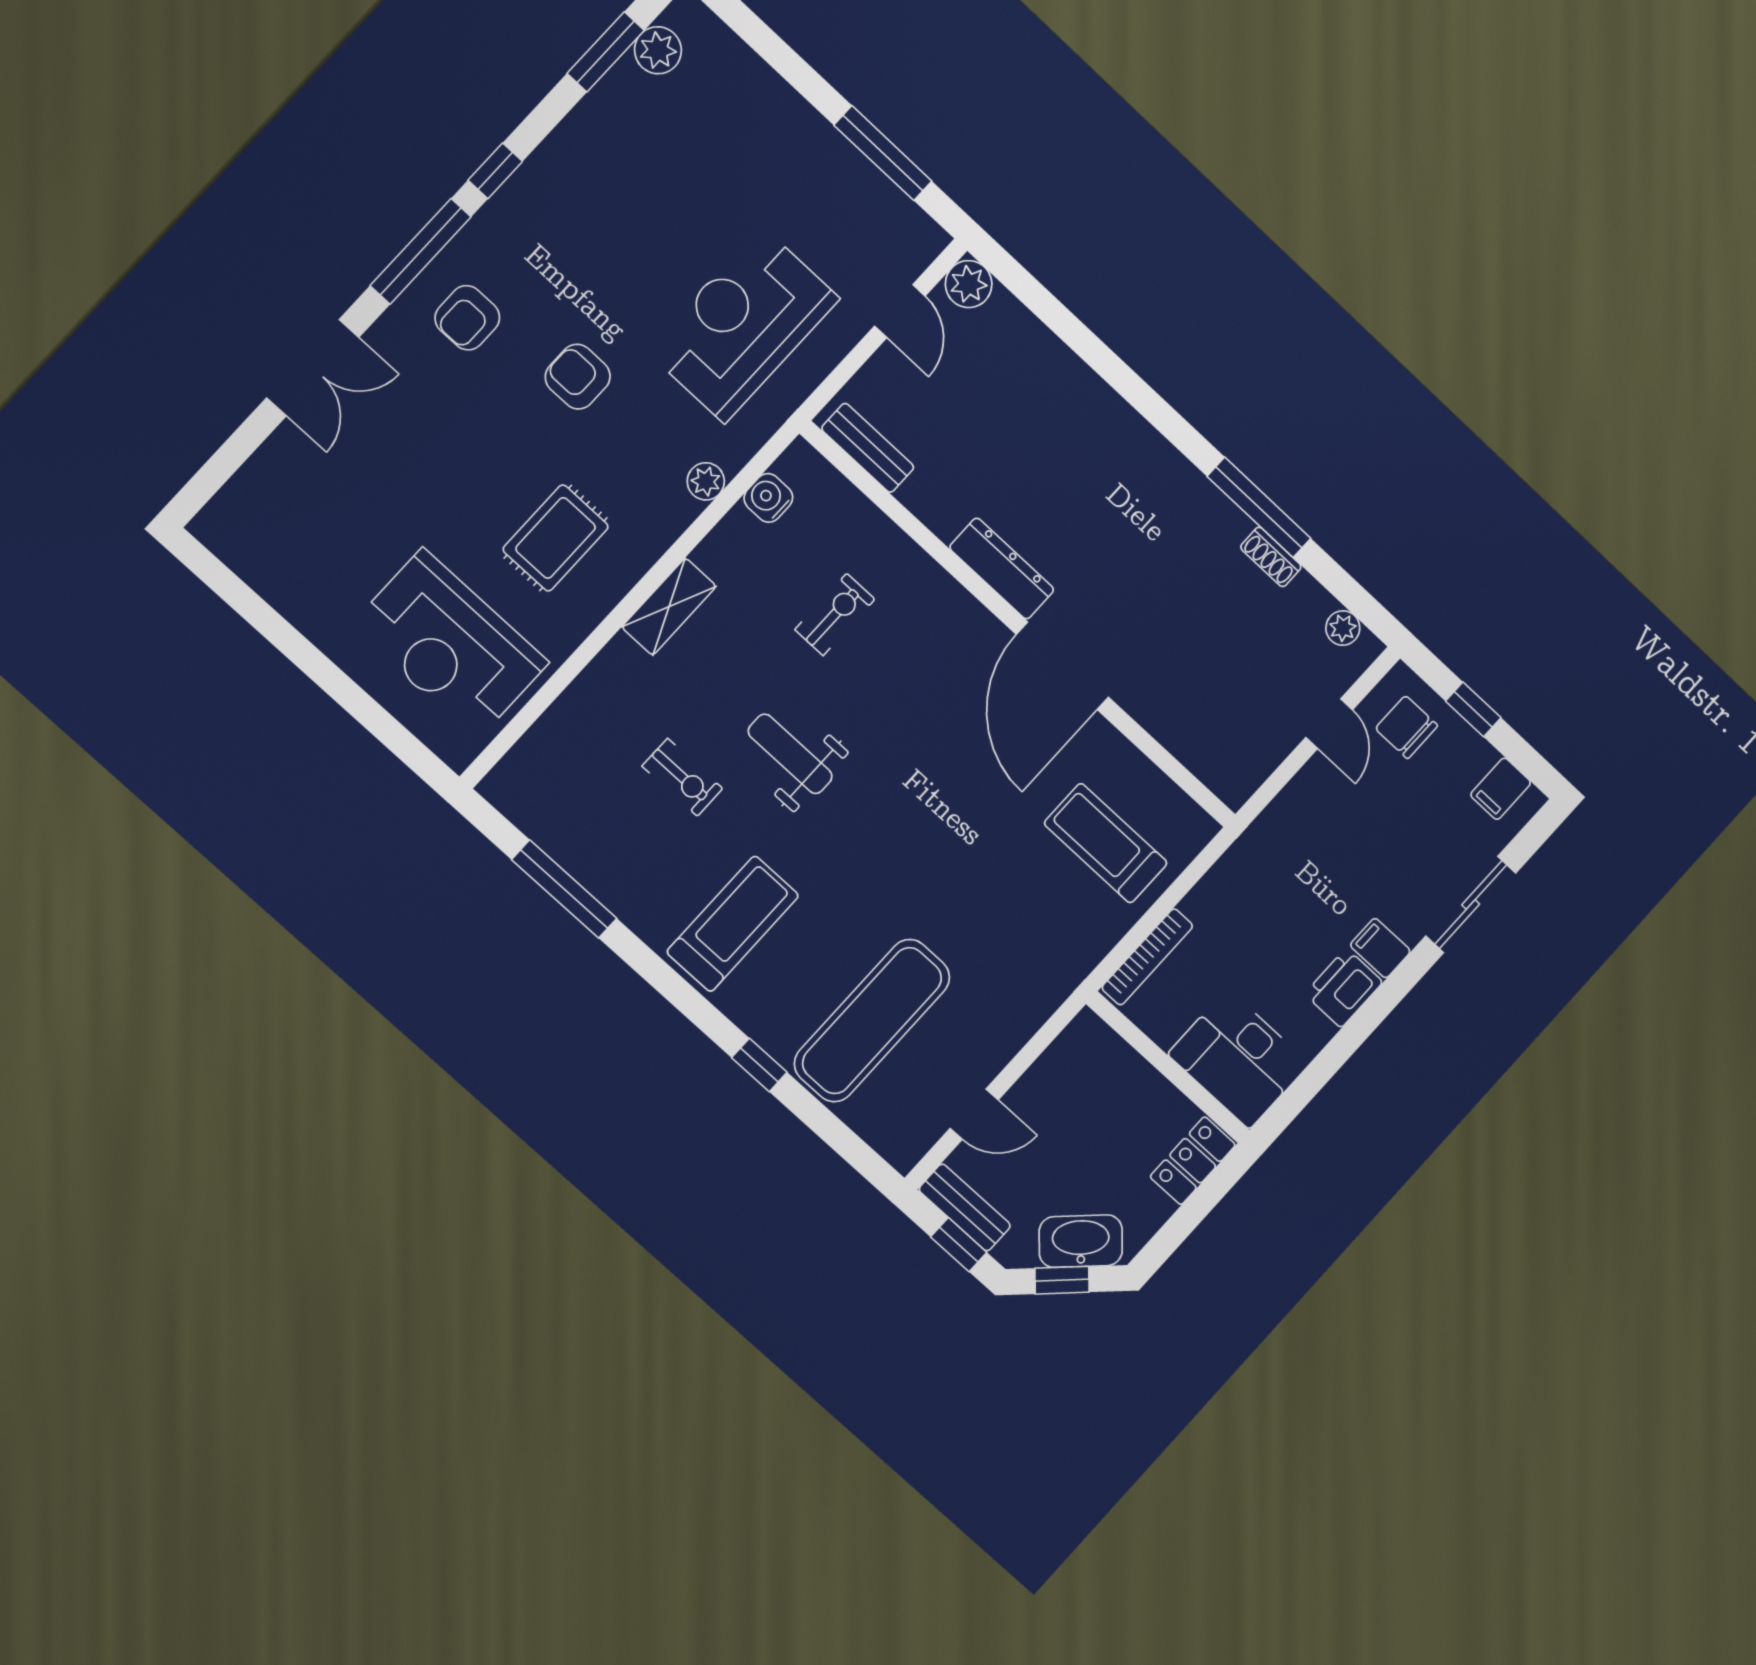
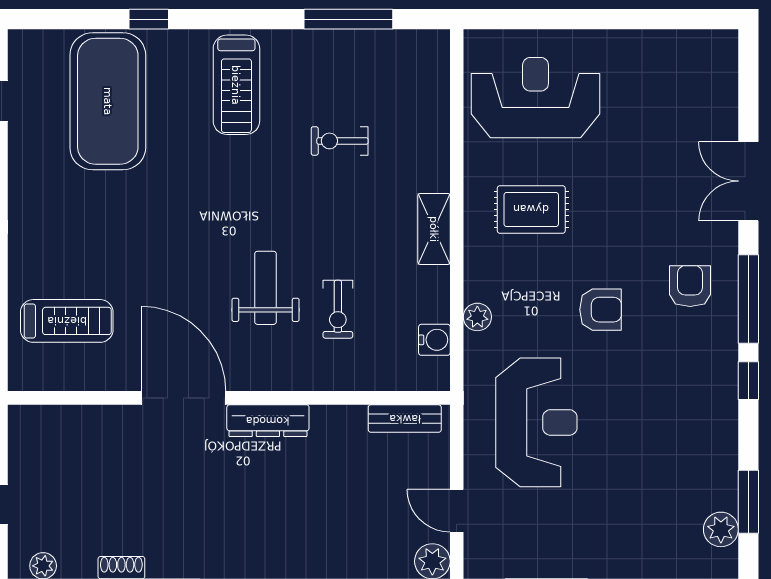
rug: (556, 538) -> (531, 209), turned 90
weight bench: (790, 754) -> (266, 288), moved, turned -90
exercise mat: (872, 1021) -> (108, 101), width x1.47

